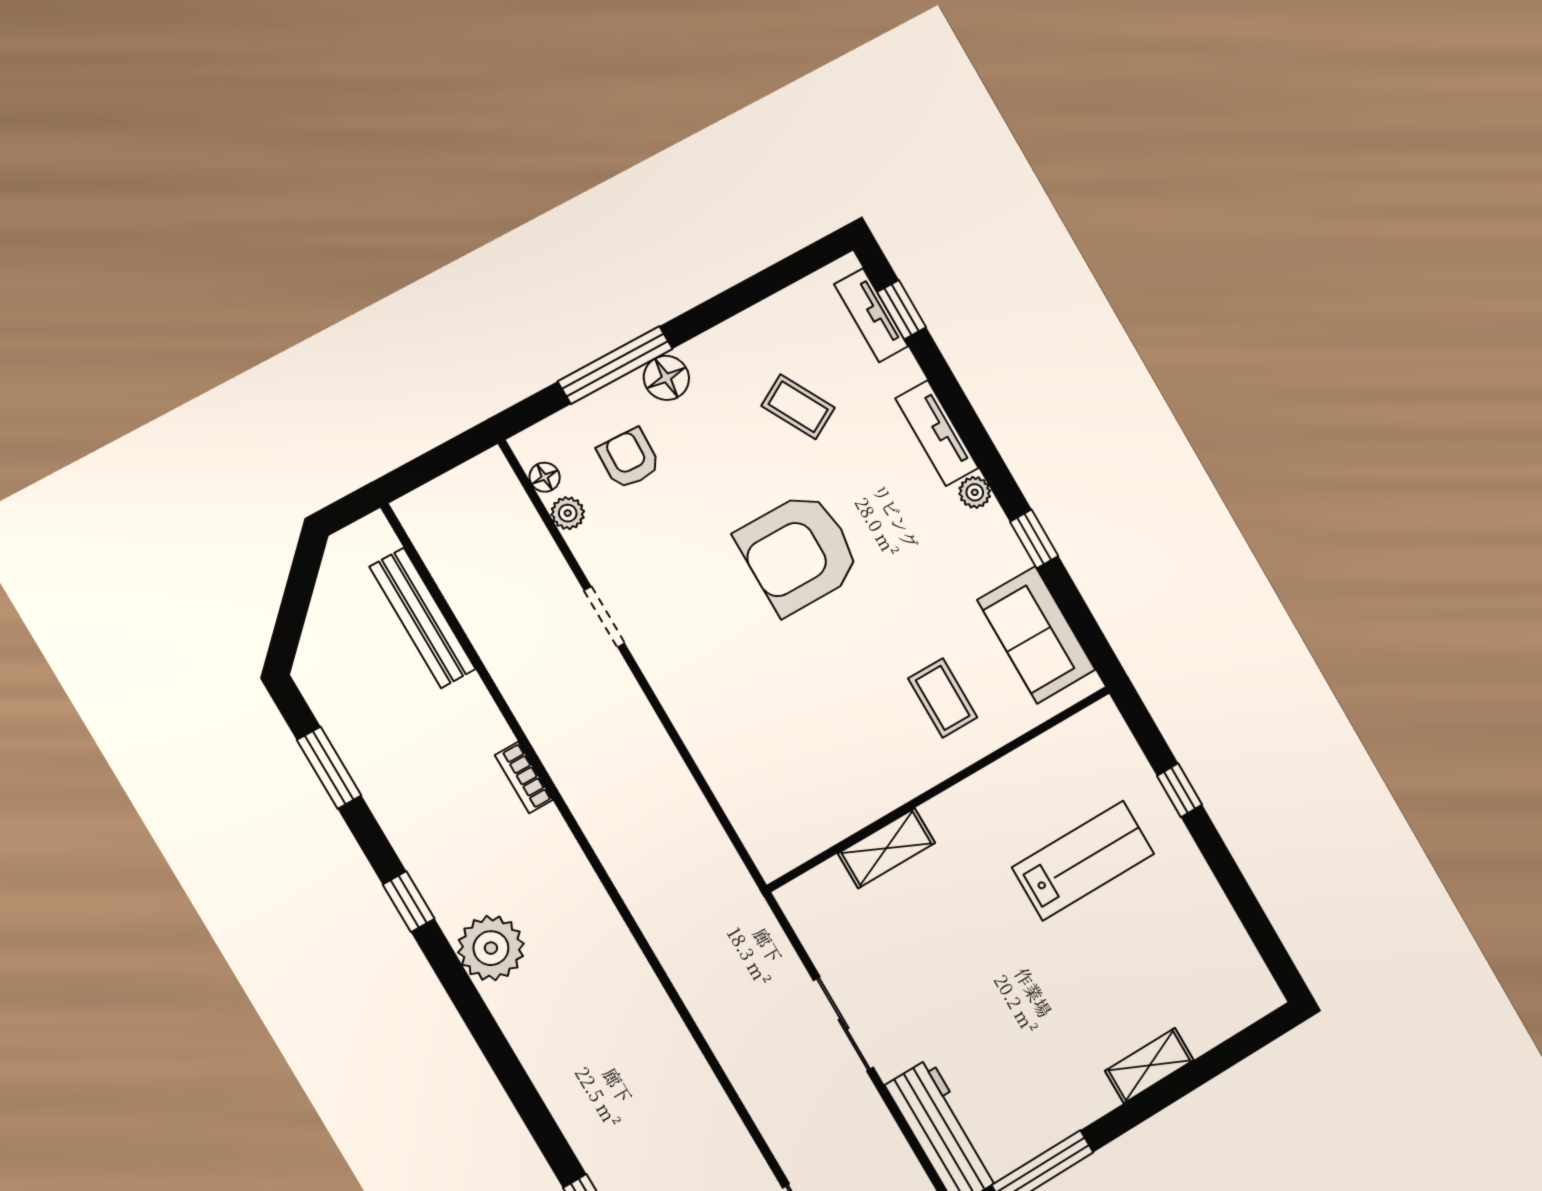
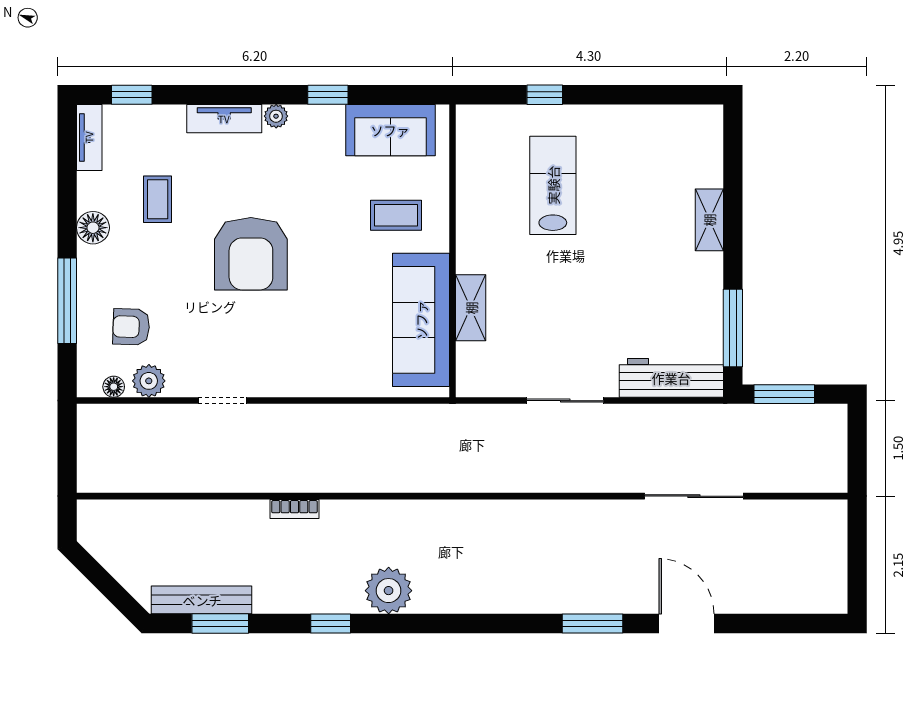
tv unit: (871, 315) -> (89, 137), moved, turned -90
floor lamp: (666, 378) -> (93, 228), moved
coffee table: (798, 407) -> (158, 199), turned -61
plant: (568, 513) -> (149, 381), width x1.38, depth x1.38
bench: (422, 618) -> (202, 600), moved
sofa: (838, 798) -> (421, 320), added

